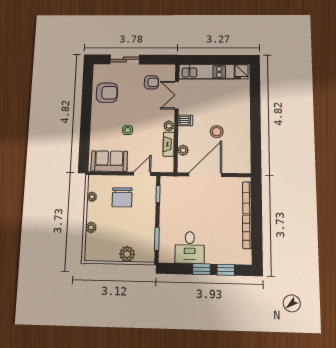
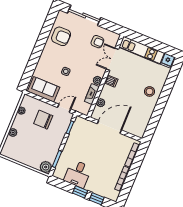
sliding door: (125, 59) -> (84, 15), width x1.37
stool: (217, 132) -> (150, 91), moved
chair: (122, 197) -> (43, 120), turned 90
plant: (127, 254) -> (46, 167), moved

